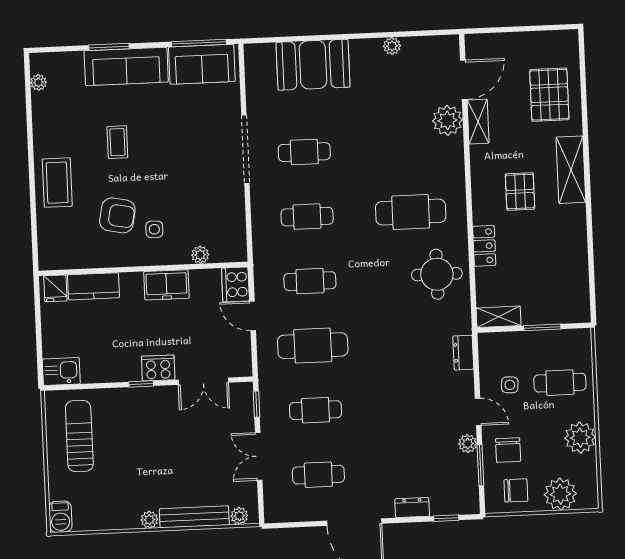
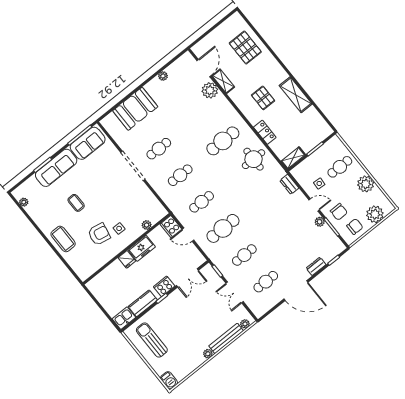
shelving: (571, 170) -> (296, 95), moved
kitchen counter: (93, 286) -> (143, 303), moved, turned 180
fridge: (55, 288) -> (127, 259), moved

